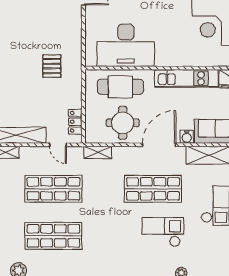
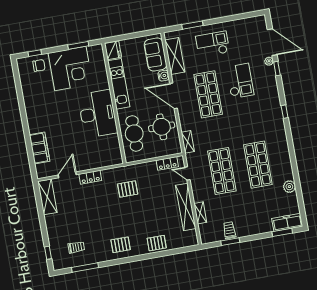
locker: (75, 22) -> (90, 177), added
desk: (126, 45) -> (98, 114), moved
door: (58, 145) -> (187, 174), swing flipped
checkout: (163, 232) -> (240, 81), turned 180

